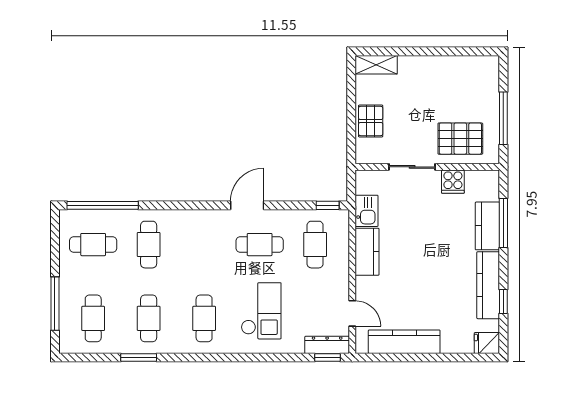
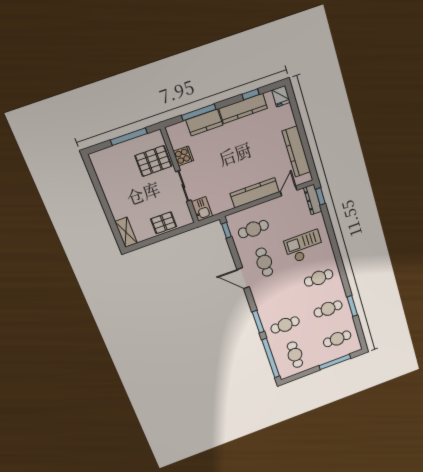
pallet: (460, 139) -> (153, 161), turned 90
window: (170, 205) -> (258, 322), added
kitchen sink: (367, 211) -> (202, 209), moved, turned 90
kitchen counter: (367, 252) -> (255, 193), width x1.50

